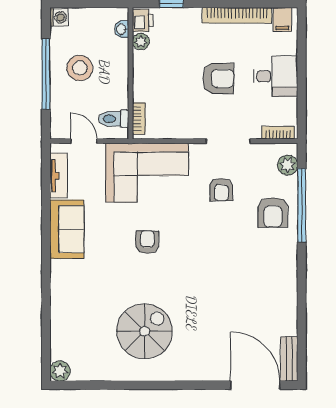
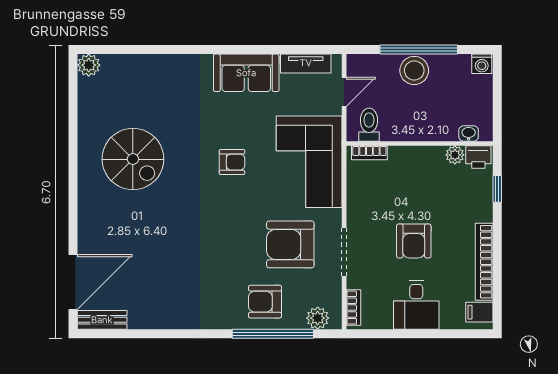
stool: (80, 68) -> (414, 70), moved
armchair: (221, 190) -> (290, 244), width x1.88, depth x1.88

